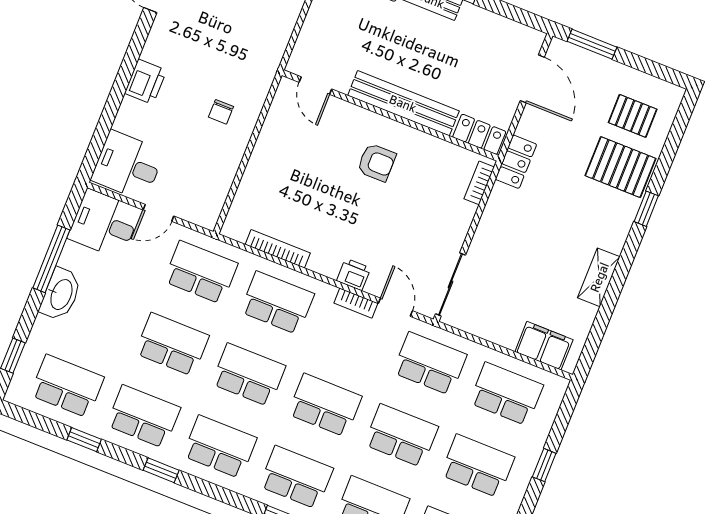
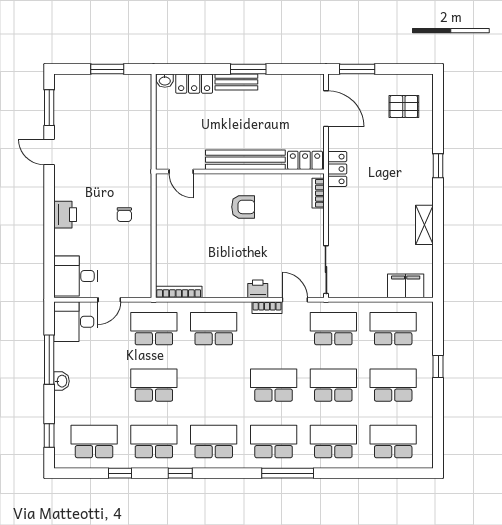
pallet: (621, 167) -> (409, 144), removed
bookcase: (278, 249) -> (179, 292), moved
washbasin: (61, 294) -> (62, 381), width x0.52, depth x0.69
school desk: (248, 375) -> (214, 385), removed

